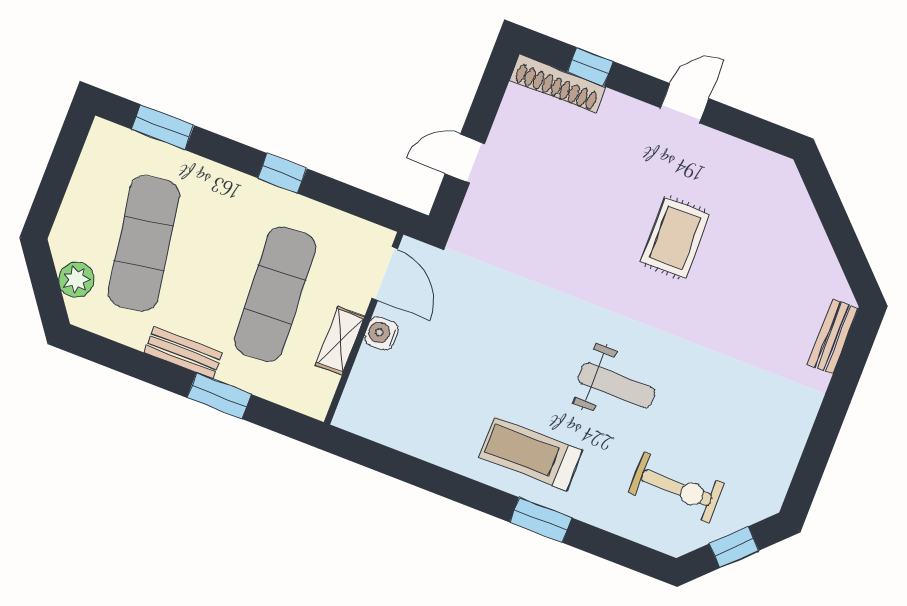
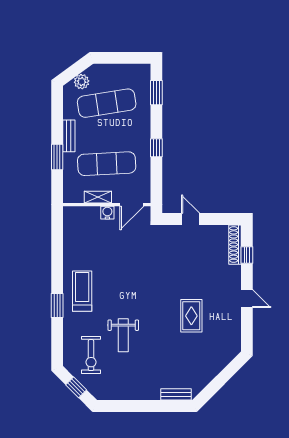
rug: (675, 238) -> (191, 316), turned 90
weight bench: (616, 385) -> (123, 335), moved

